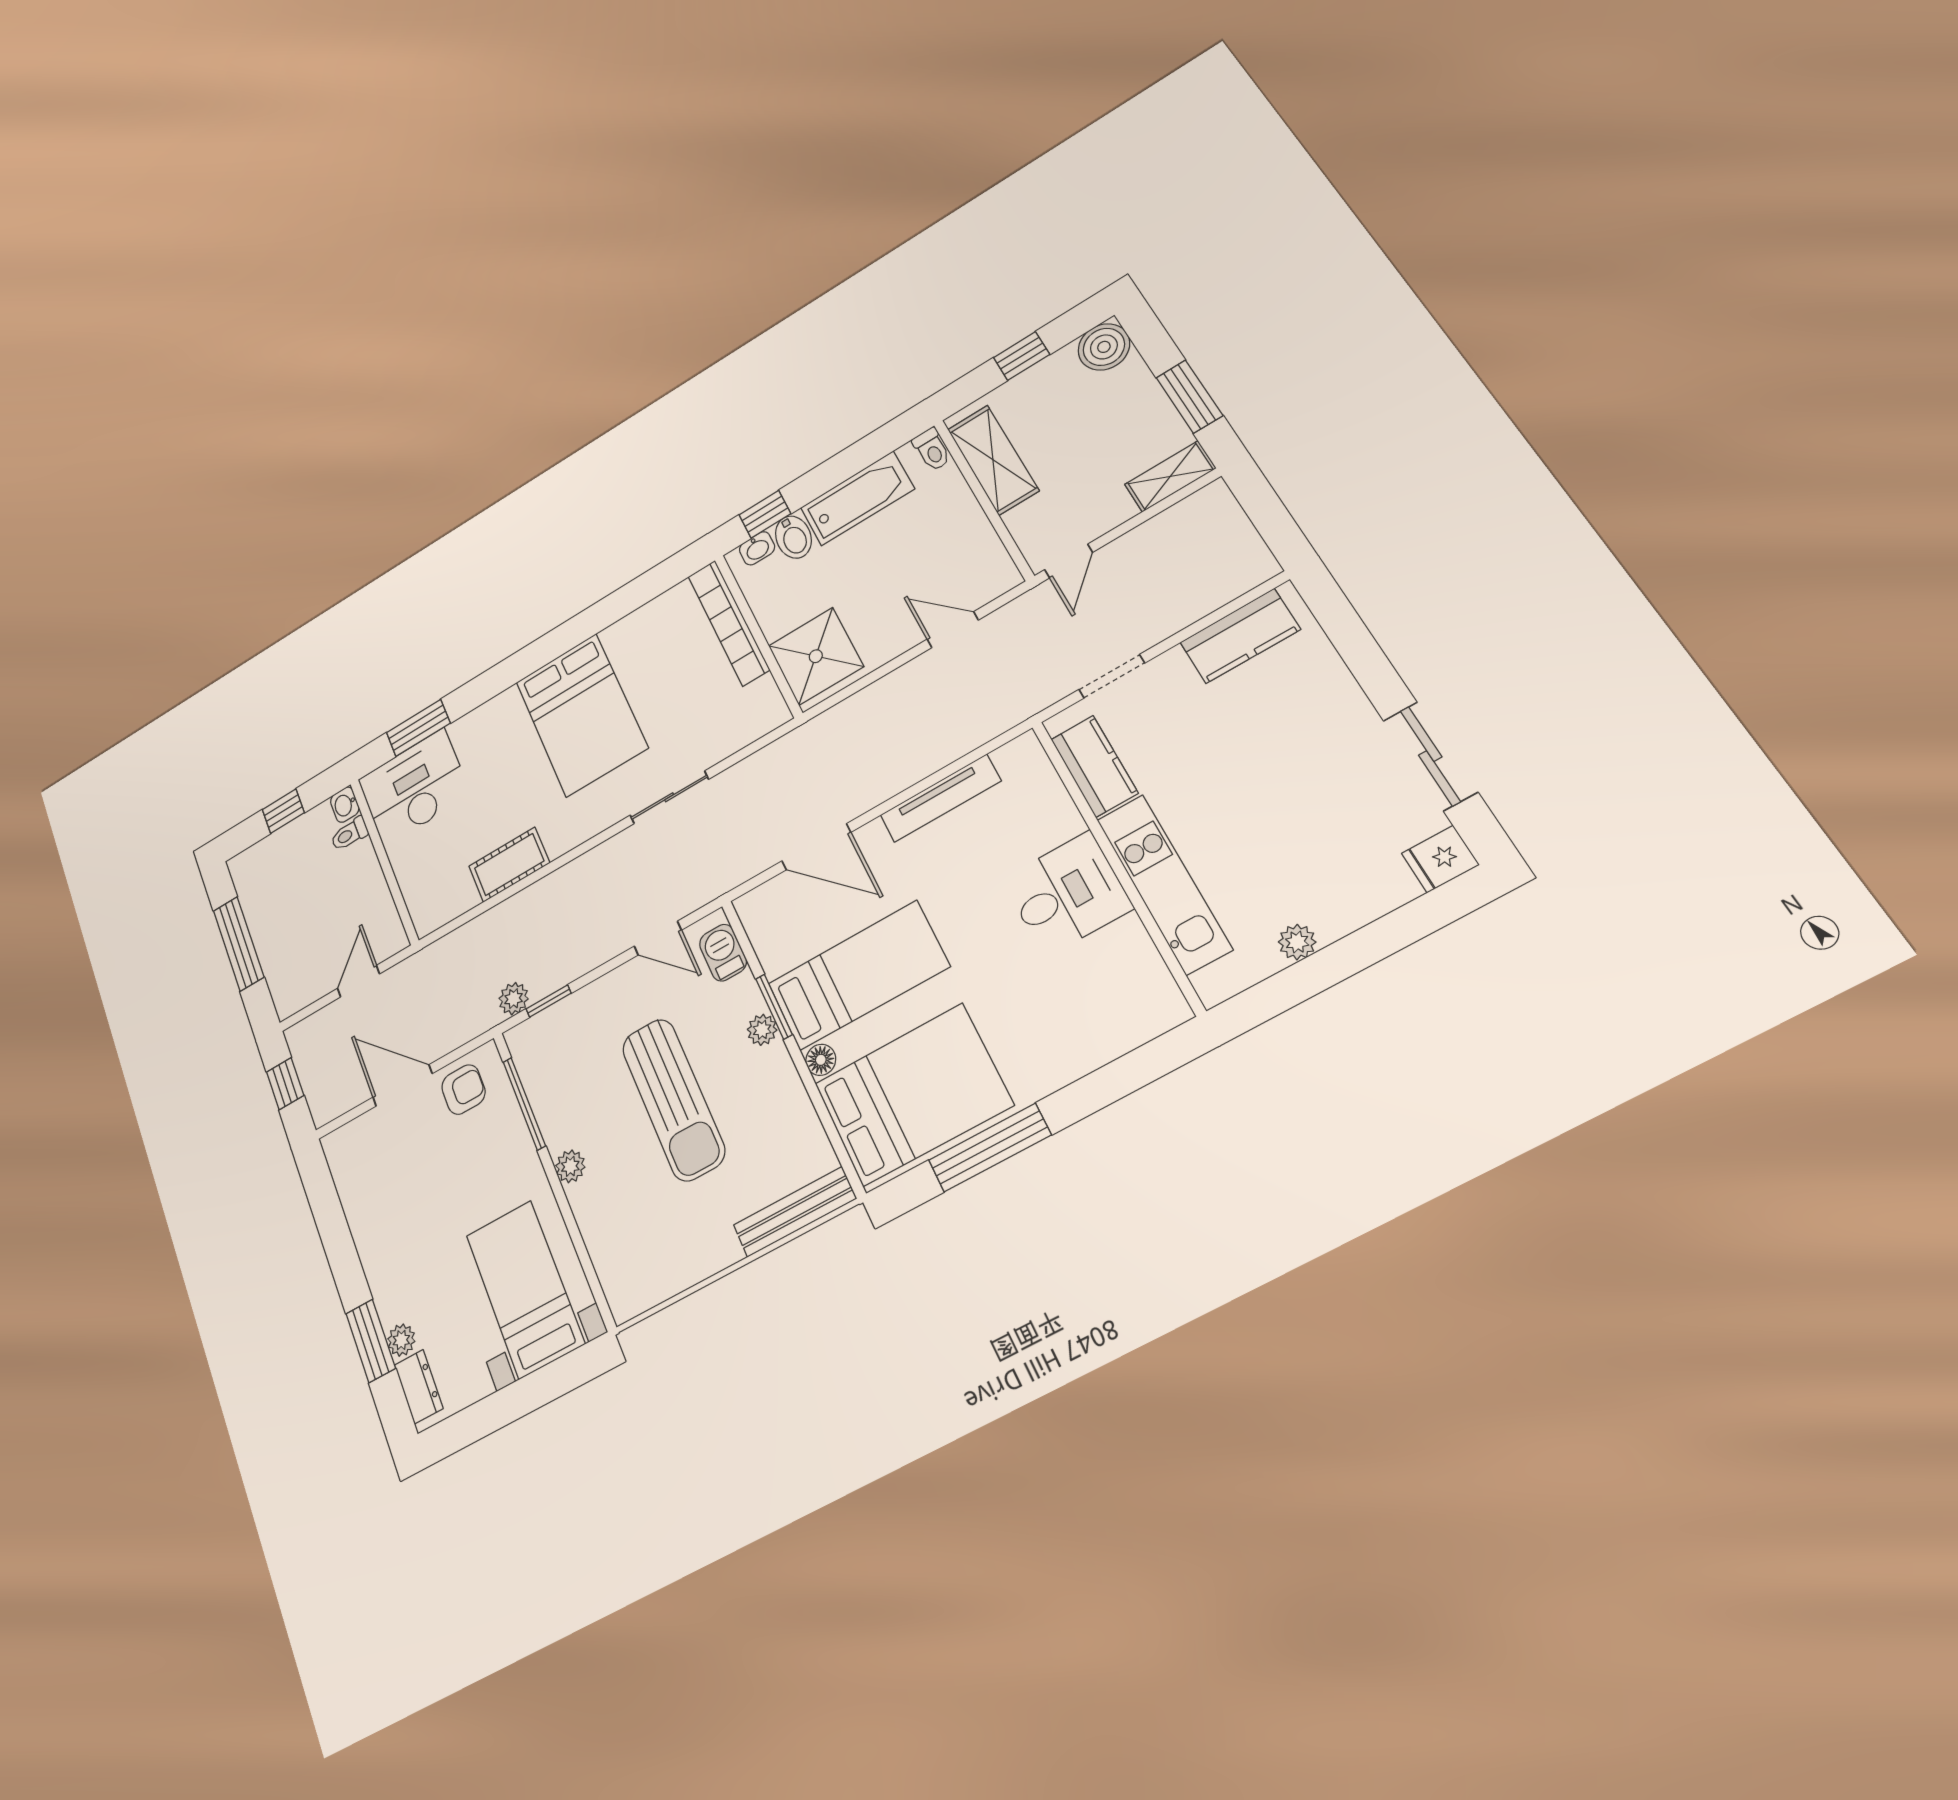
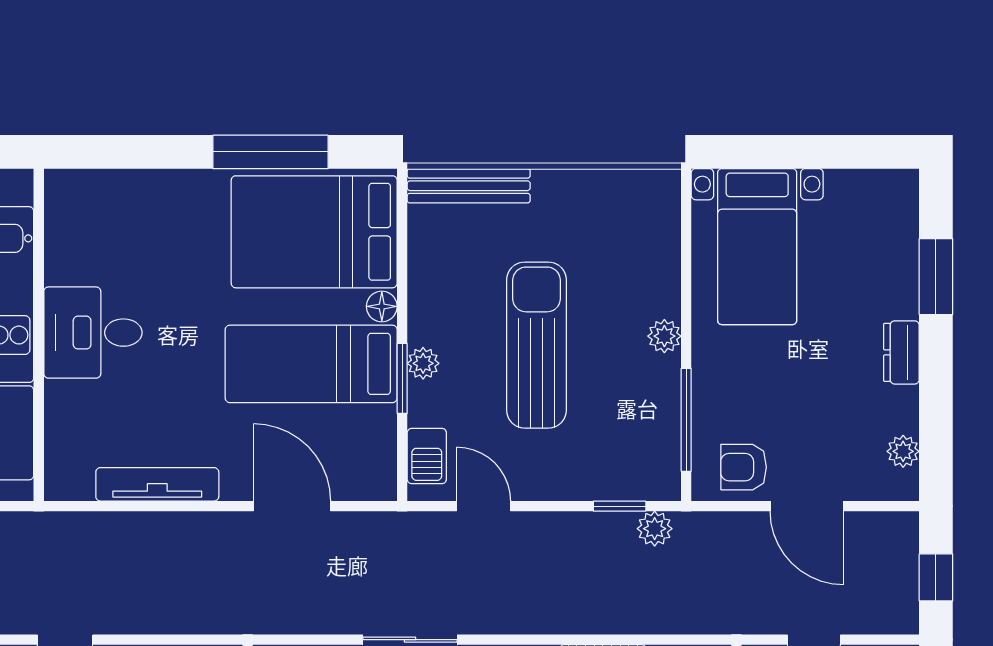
plant: (401, 1340) -> (903, 451), moved
dresser: (419, 1387) -> (901, 352), moved

